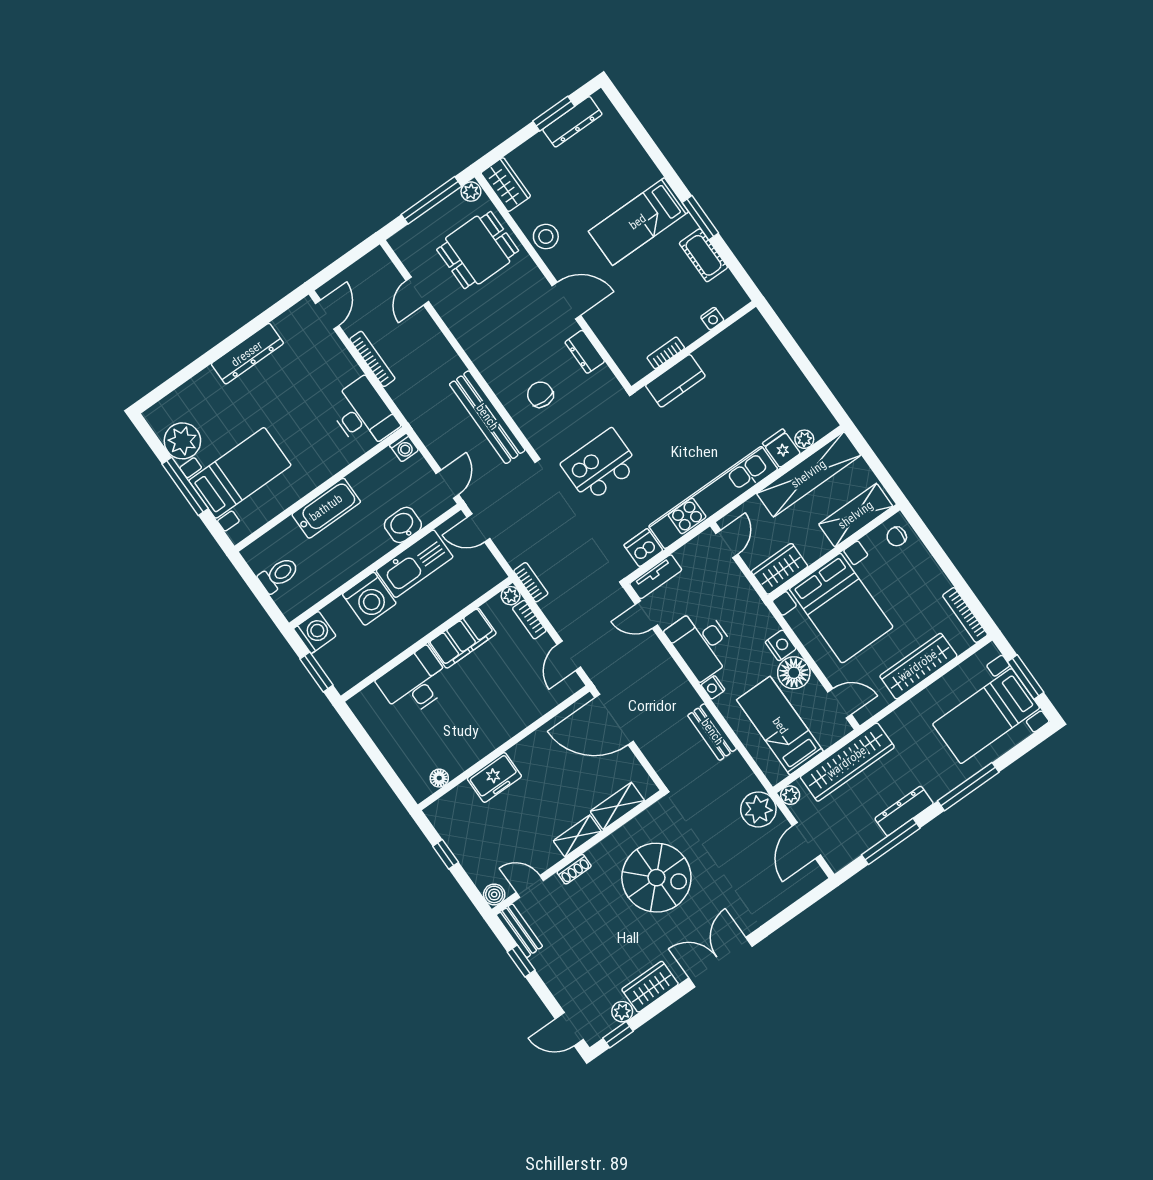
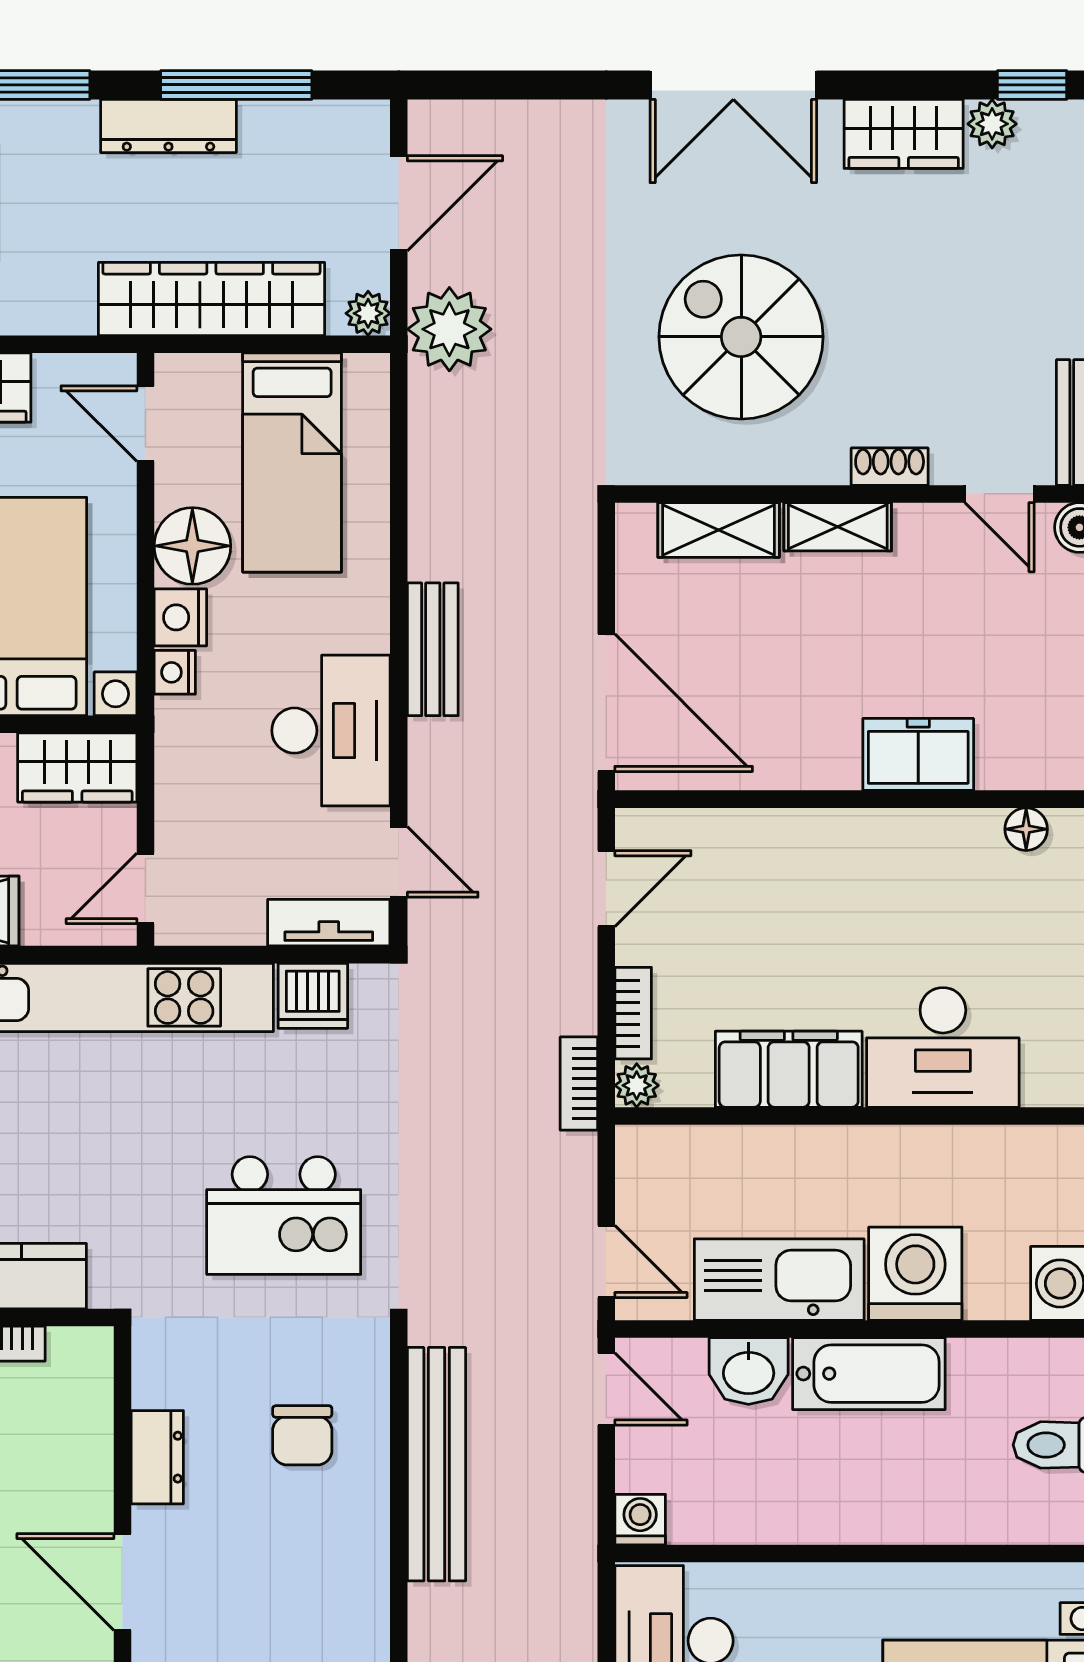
door: (447, 484) -> (606, 1389), swing flipped
bathtub: (326, 508) -> (869, 1374), moved, turned 180
nightstand: (713, 687) -> (175, 672), moved, turned 180
bench: (712, 732) -> (433, 649), moved

